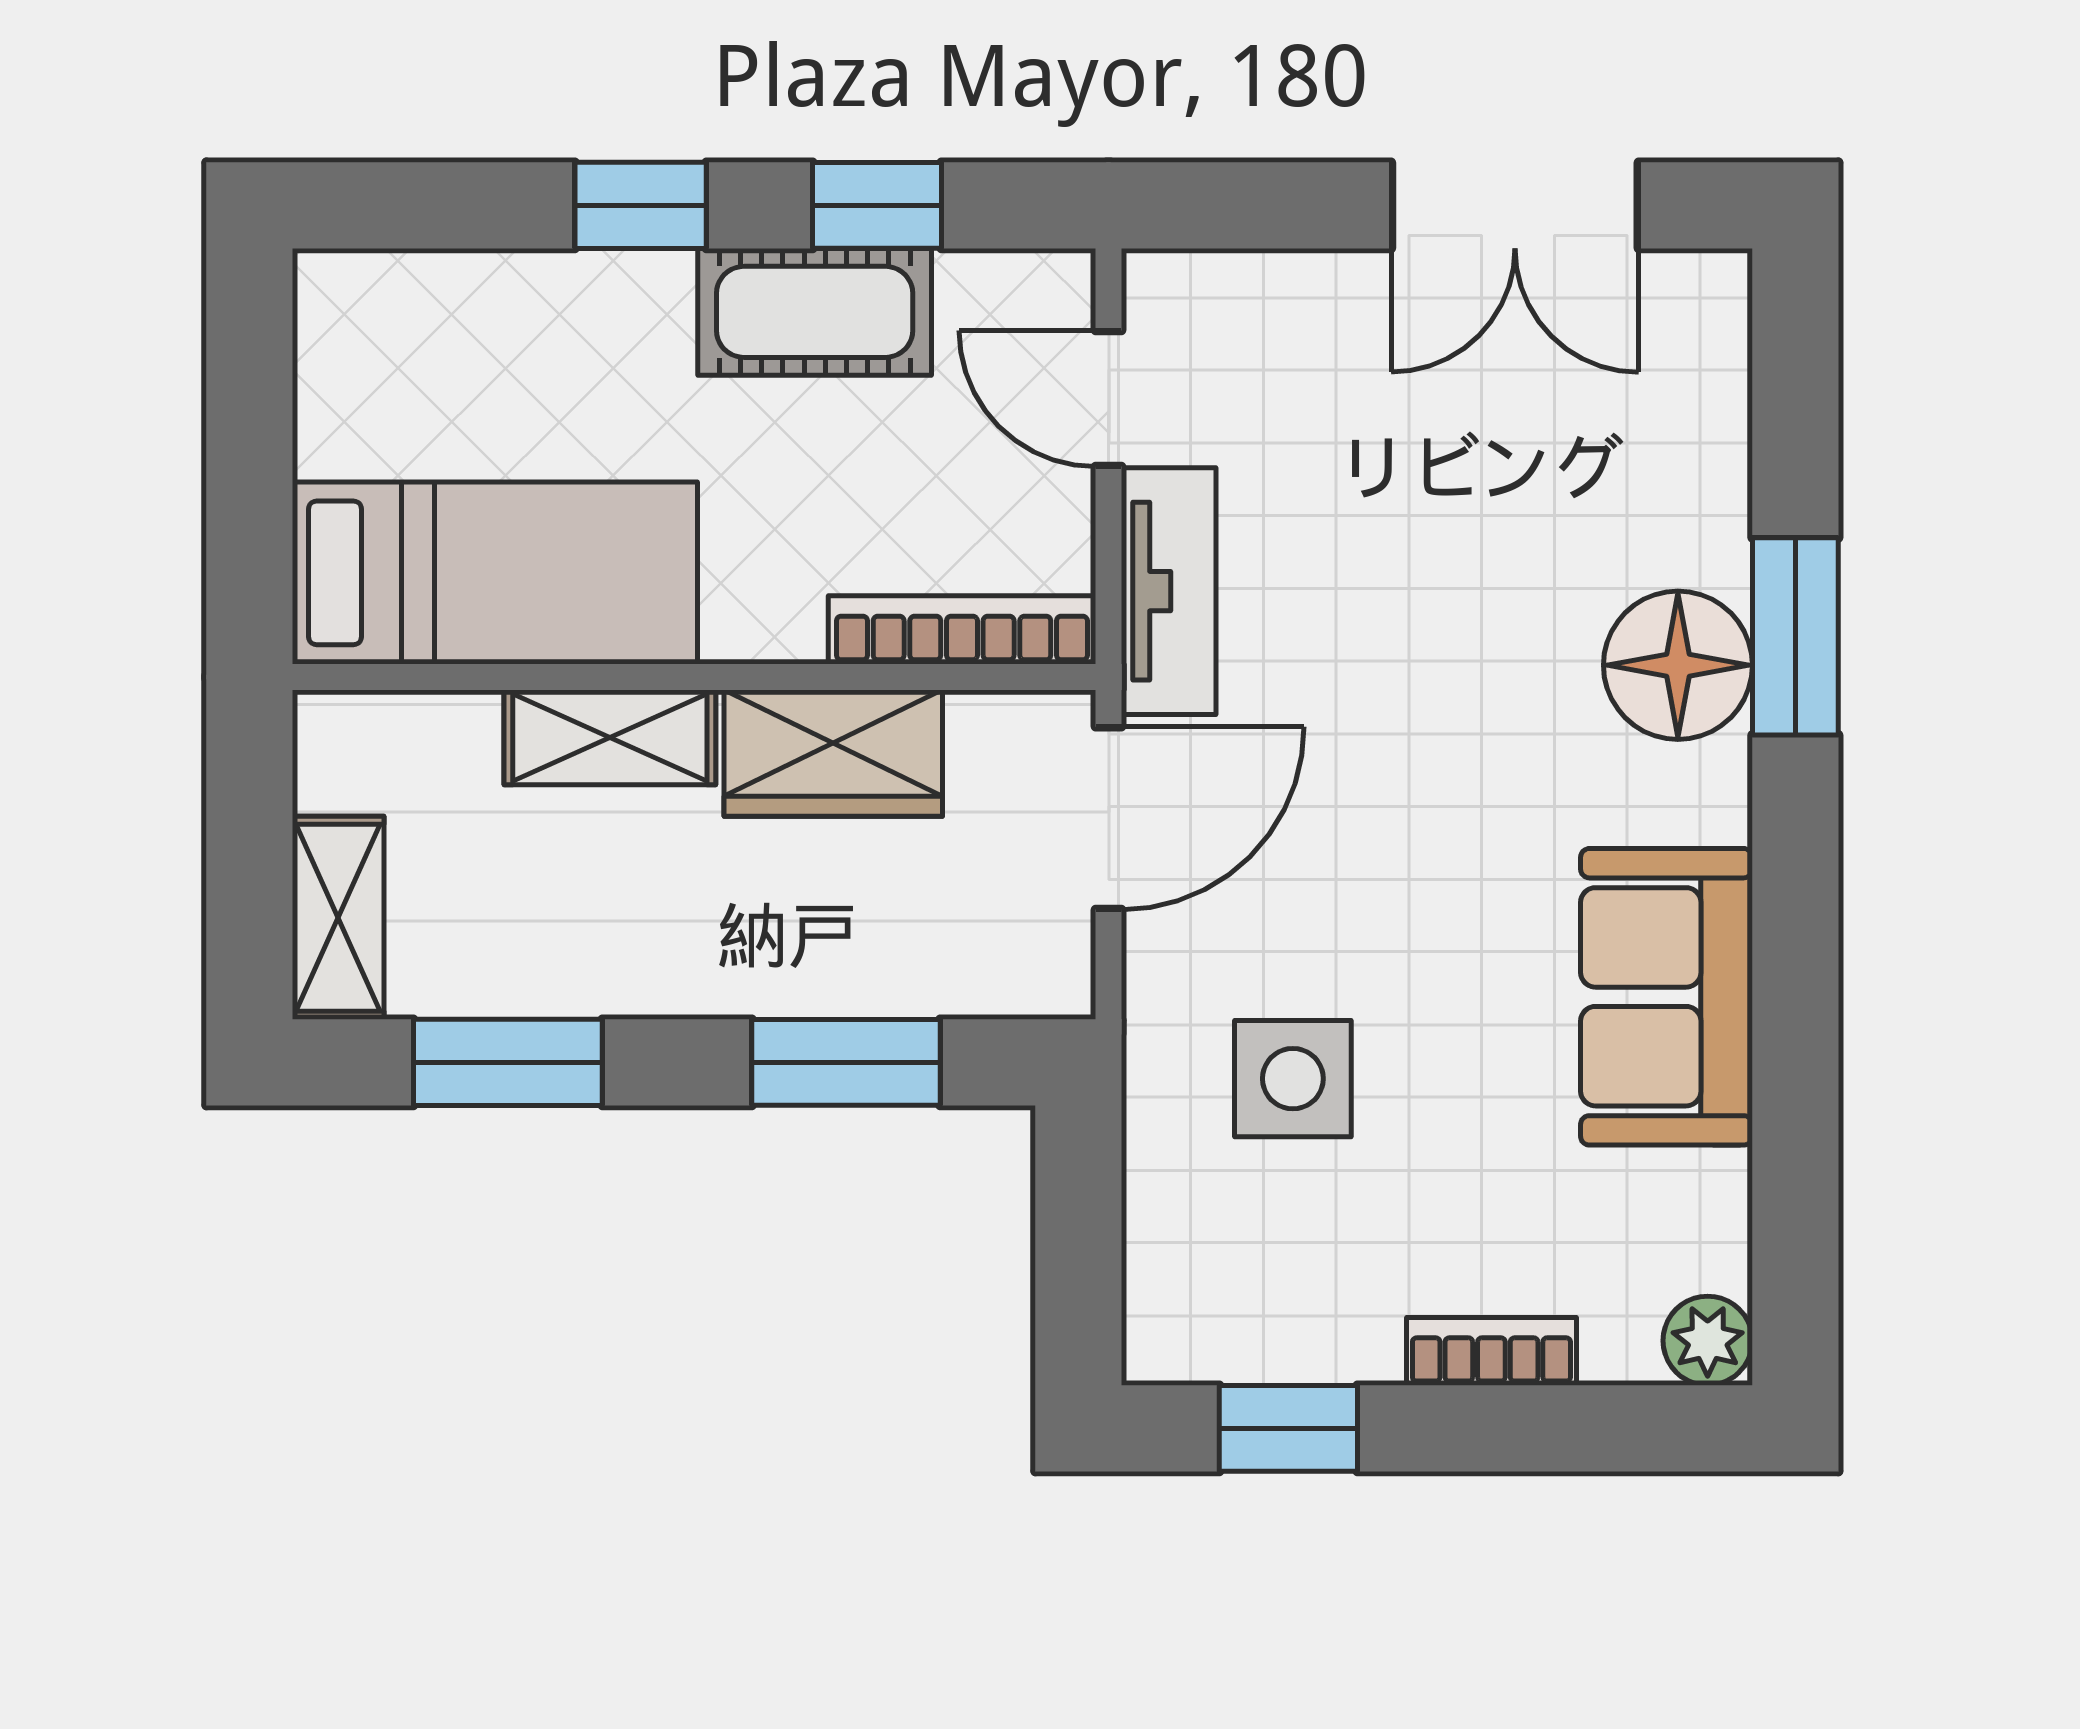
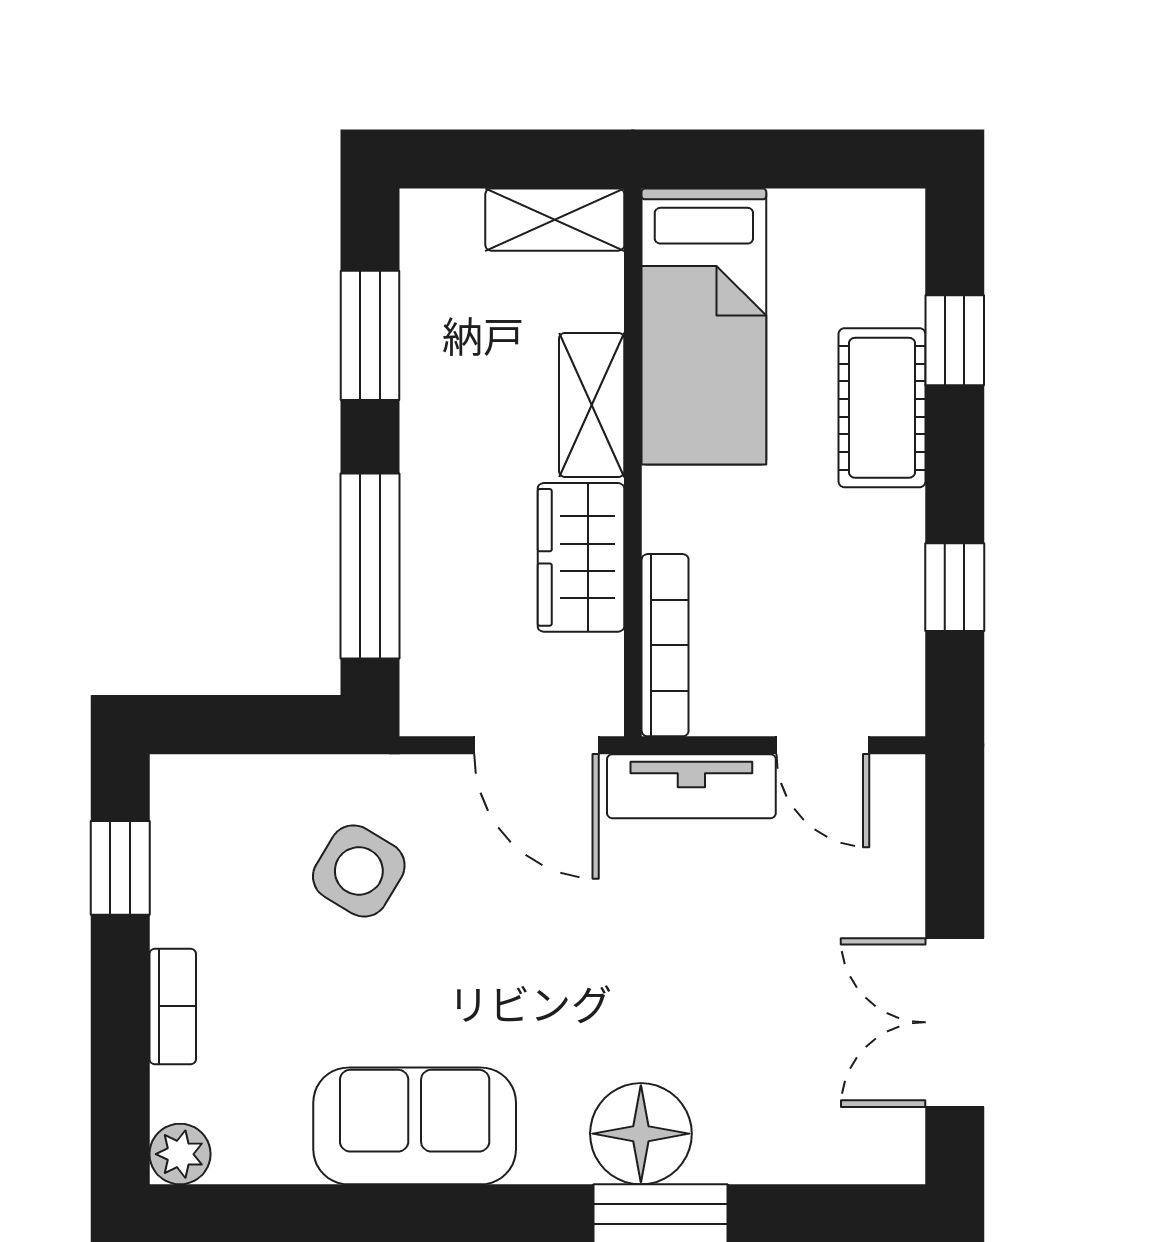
window: (641, 205) -> (955, 340), moved
cot: (815, 312) -> (882, 408), moved
door: (1109, 399) -> (823, 745), swing flipped
shelving: (338, 918) -> (555, 220), moved
window: (846, 1062) -> (370, 566), width x1.44
side table: (1293, 1079) -> (359, 871), turned 31

